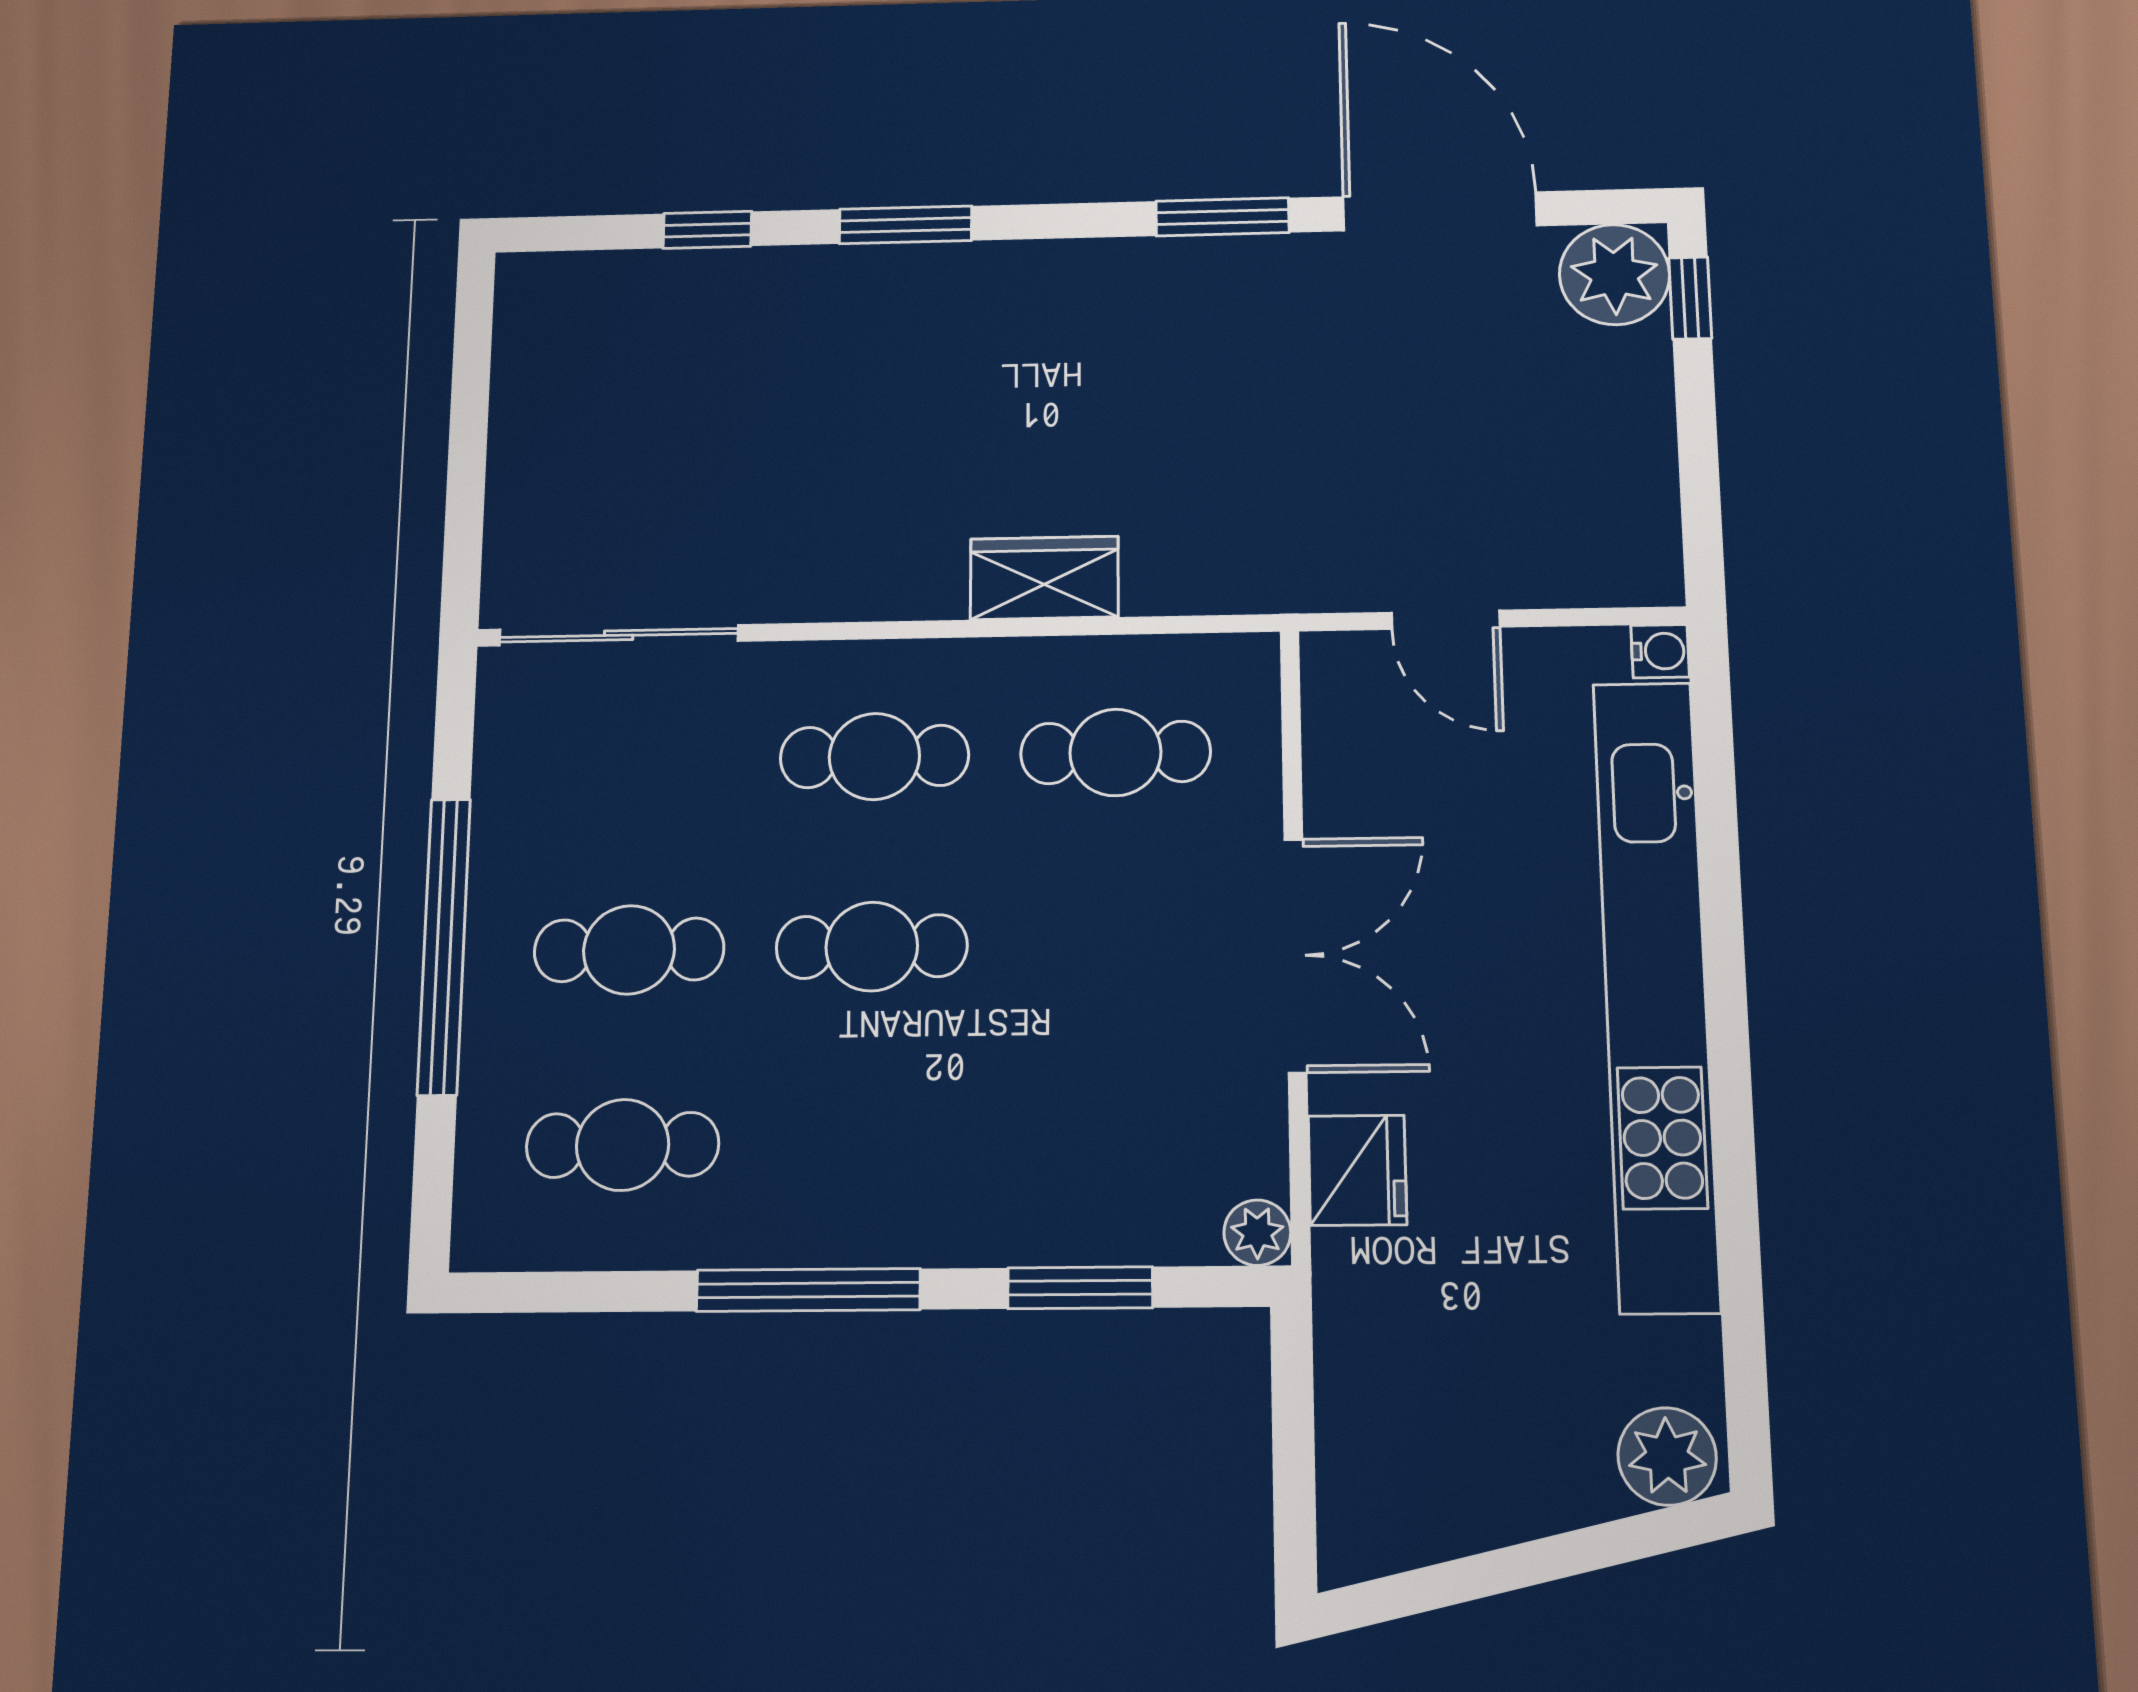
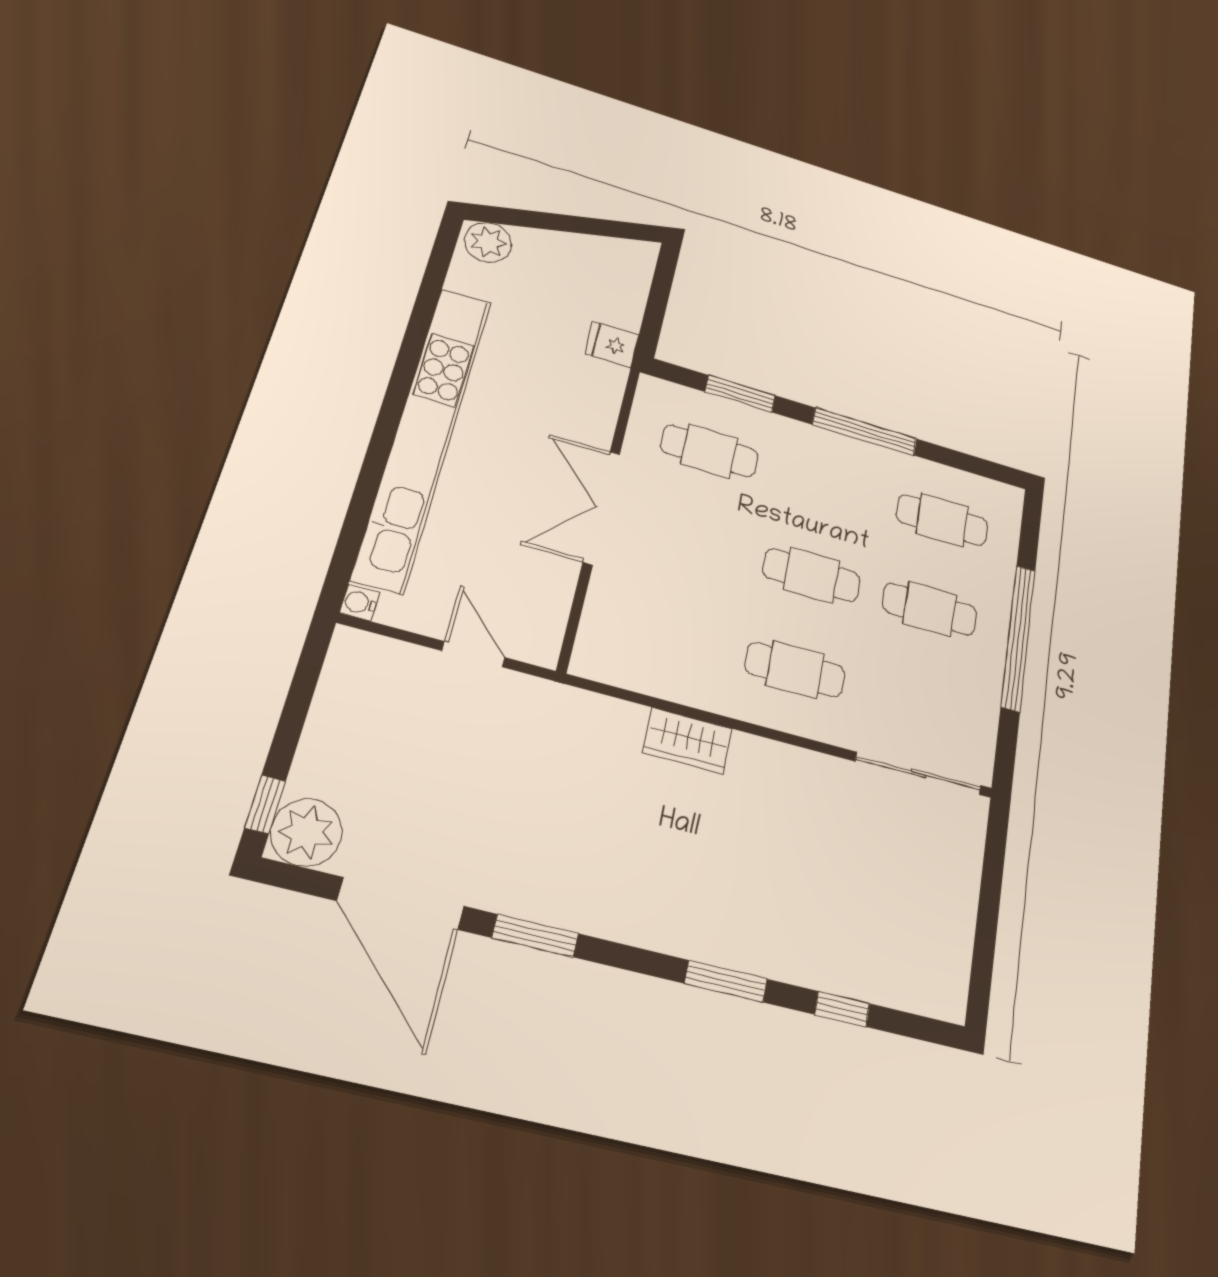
cafe table: (1115, 752) -> (709, 451), moved
fridge: (1357, 1170) -> (612, 344), moved, width x0.72
plant: (1257, 1233) -> (652, 391), removed

